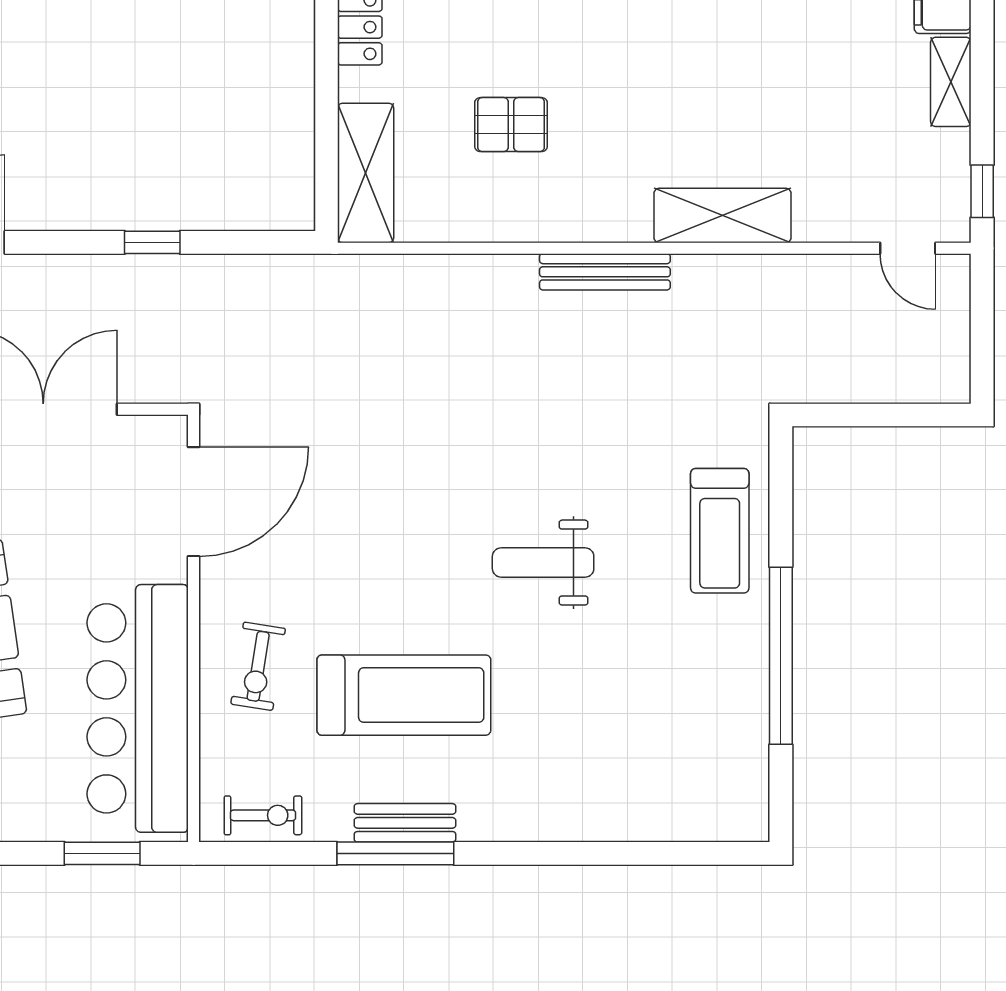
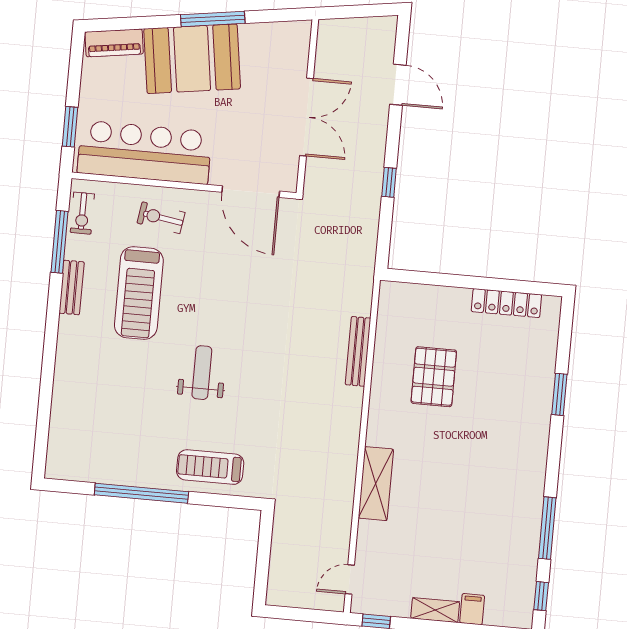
pallet: (511, 125) -> (434, 377), width x1.50, depth x1.42
shelving: (366, 173) -> (415, 298), removed
bench: (605, 272) -> (358, 351), moved
window: (395, 853) -> (60, 242), moved

